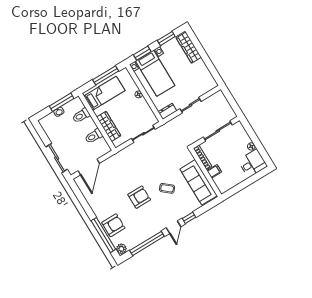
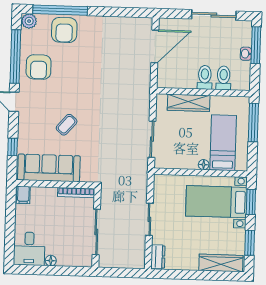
window: (106, 75) -> (253, 122), moved
bed: (104, 93) -> (223, 143), moved, turned 180
window: (62, 102) -> (256, 45), moved
dresser: (167, 111) -> (158, 257), moved
toilet: (94, 136) -> (205, 77), moved
sliding door: (57, 158) -> (214, 15), moved
door: (89, 167) -> (155, 46), swing flipped
filing cabinet: (214, 171) -> (23, 195), moved
armchair: (139, 197) -> (39, 67), moved
window: (189, 218) -> (13, 147), moved

